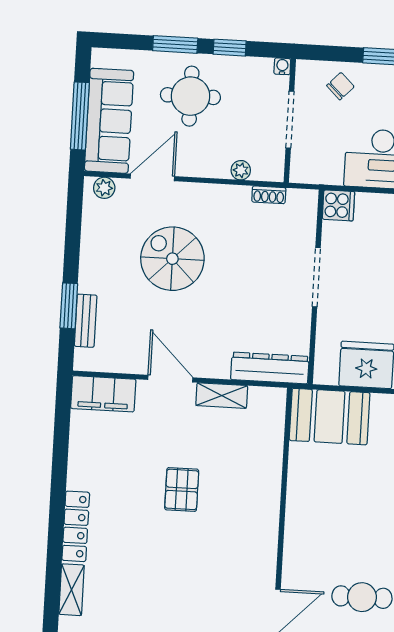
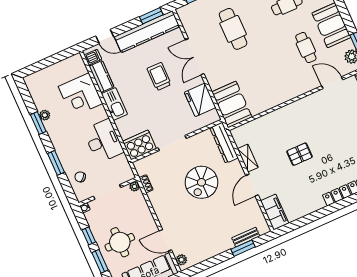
plant: (241, 170) -> (134, 186), moved
cooker: (338, 205) -> (139, 145), width x1.87, depth x1.31
spiral stairs: (172, 259) -> (201, 182), moved

